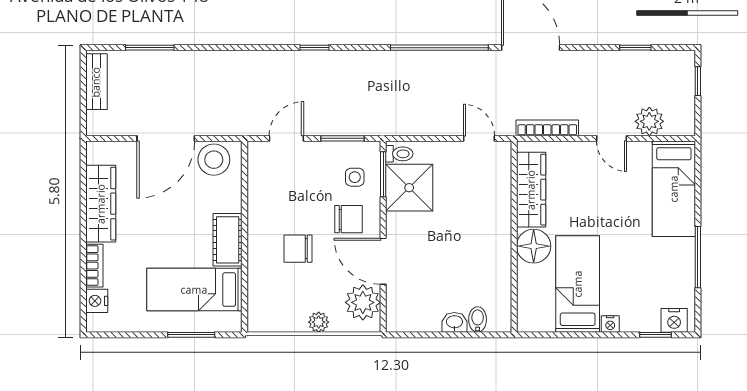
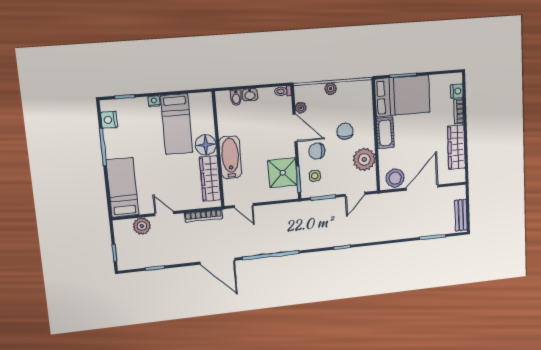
toilet: (399, 154) -> (283, 91), moved
plant: (267, 197) -> (364, 159), added
bathtub: (495, 222) -> (230, 157), added
chair: (298, 249) -> (345, 131), turned -90
bed: (194, 290) -> (402, 96), width x1.50
plant: (363, 302) -> (301, 108), width x0.53, depth x0.53
nightstand: (674, 320) -> (109, 120), moved, turned -90

